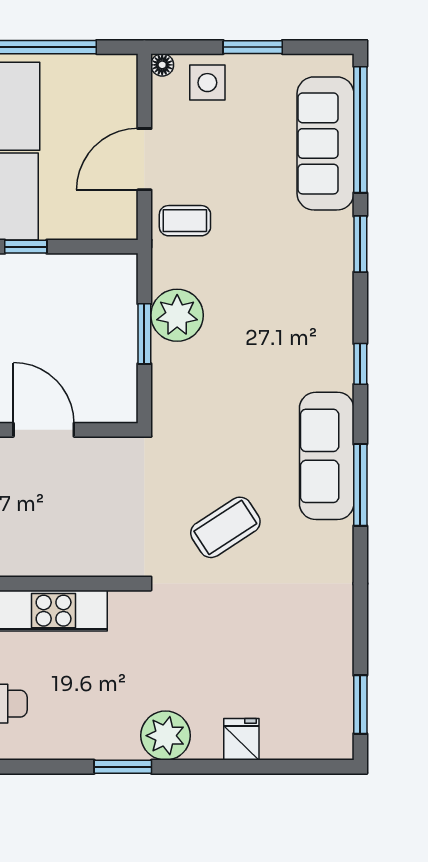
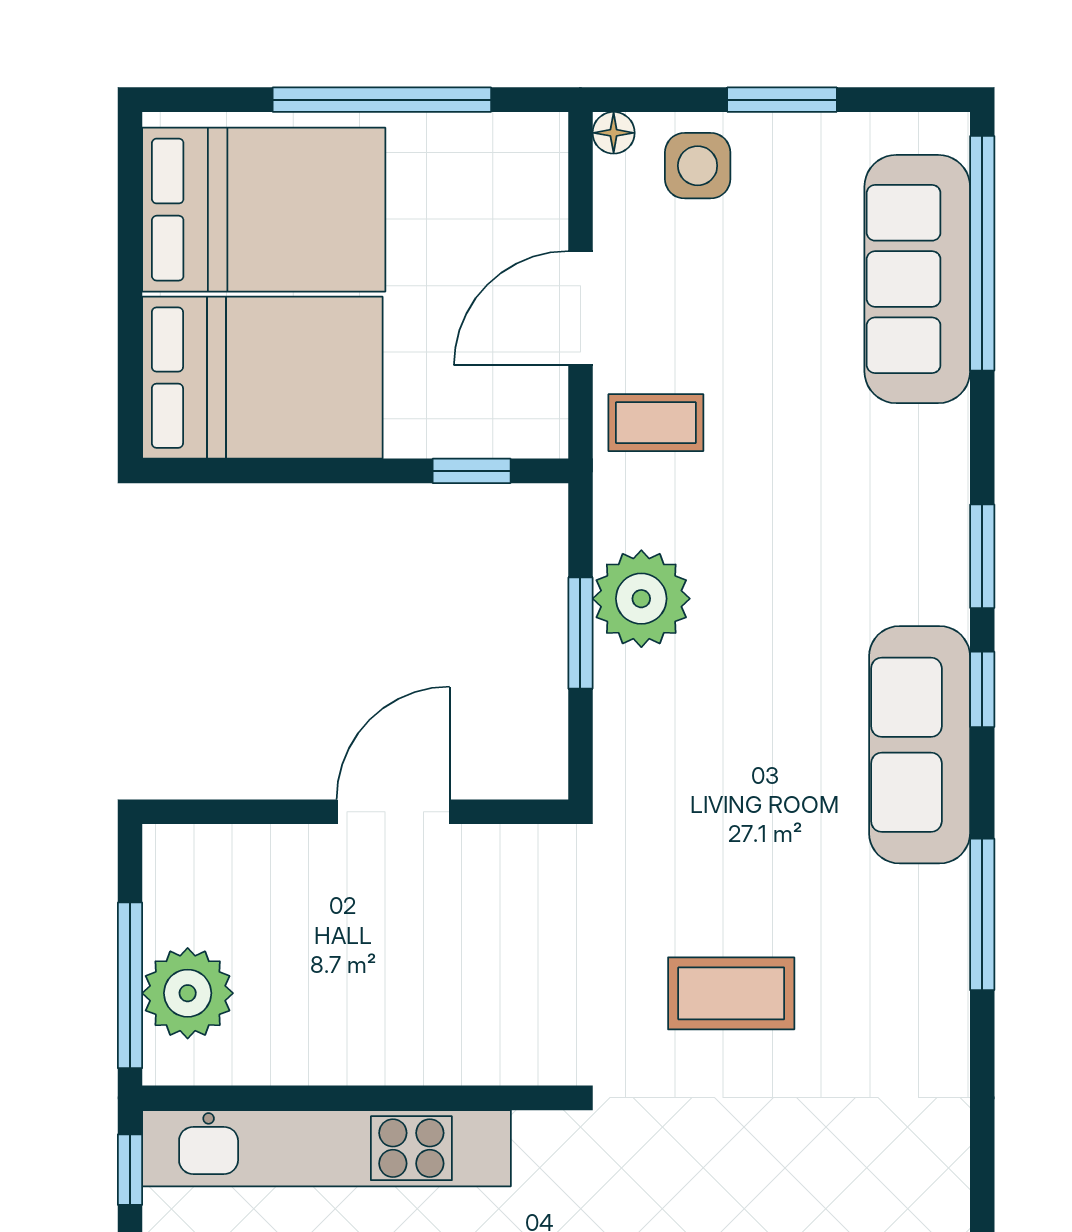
window: (360, 244) -> (982, 556), moved
window: (26, 247) -> (472, 471), moved
door: (44, 430) -> (393, 812), hinge flipped
sofa: (327, 456) -> (920, 745), moved
coffee table: (225, 527) -> (731, 993), turned 33

